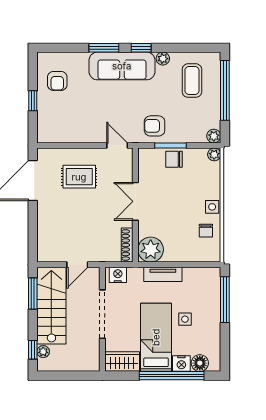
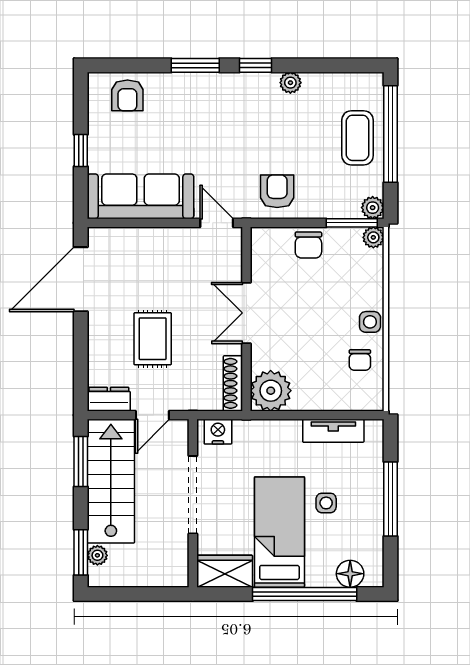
sofa: (122, 66) -> (141, 196), moved, turned 180
armchair: (57, 81) -> (127, 95), moved
coffee table: (192, 81) -> (358, 138), moved
armchair: (155, 126) -> (277, 191), turned 90
window: (171, 146) -> (352, 223), moved
chair: (174, 159) -> (308, 245), turned -90
rug: (79, 177) -> (153, 339), moved, turned 90
dresser: (50, 255) -> (109, 399), added
tv unit: (163, 274) -> (333, 431), moved
window: (225, 300) -> (391, 499), moved
window: (33, 350) -> (81, 552), width x1.50
nightstand: (181, 364) -> (320, 574), removed

